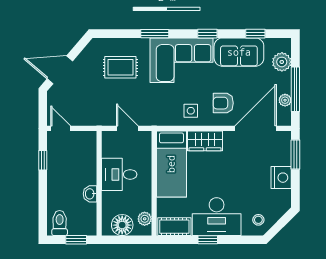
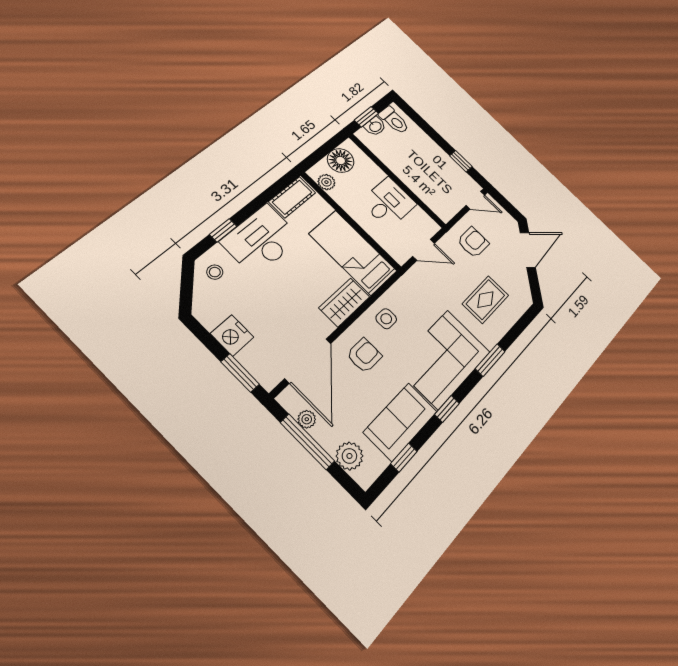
armchair: (91, 105) -> (473, 242), added
washbasin: (90, 194) -> (375, 126), moved, turned 90
window: (208, 240) -> (223, 230), moved

